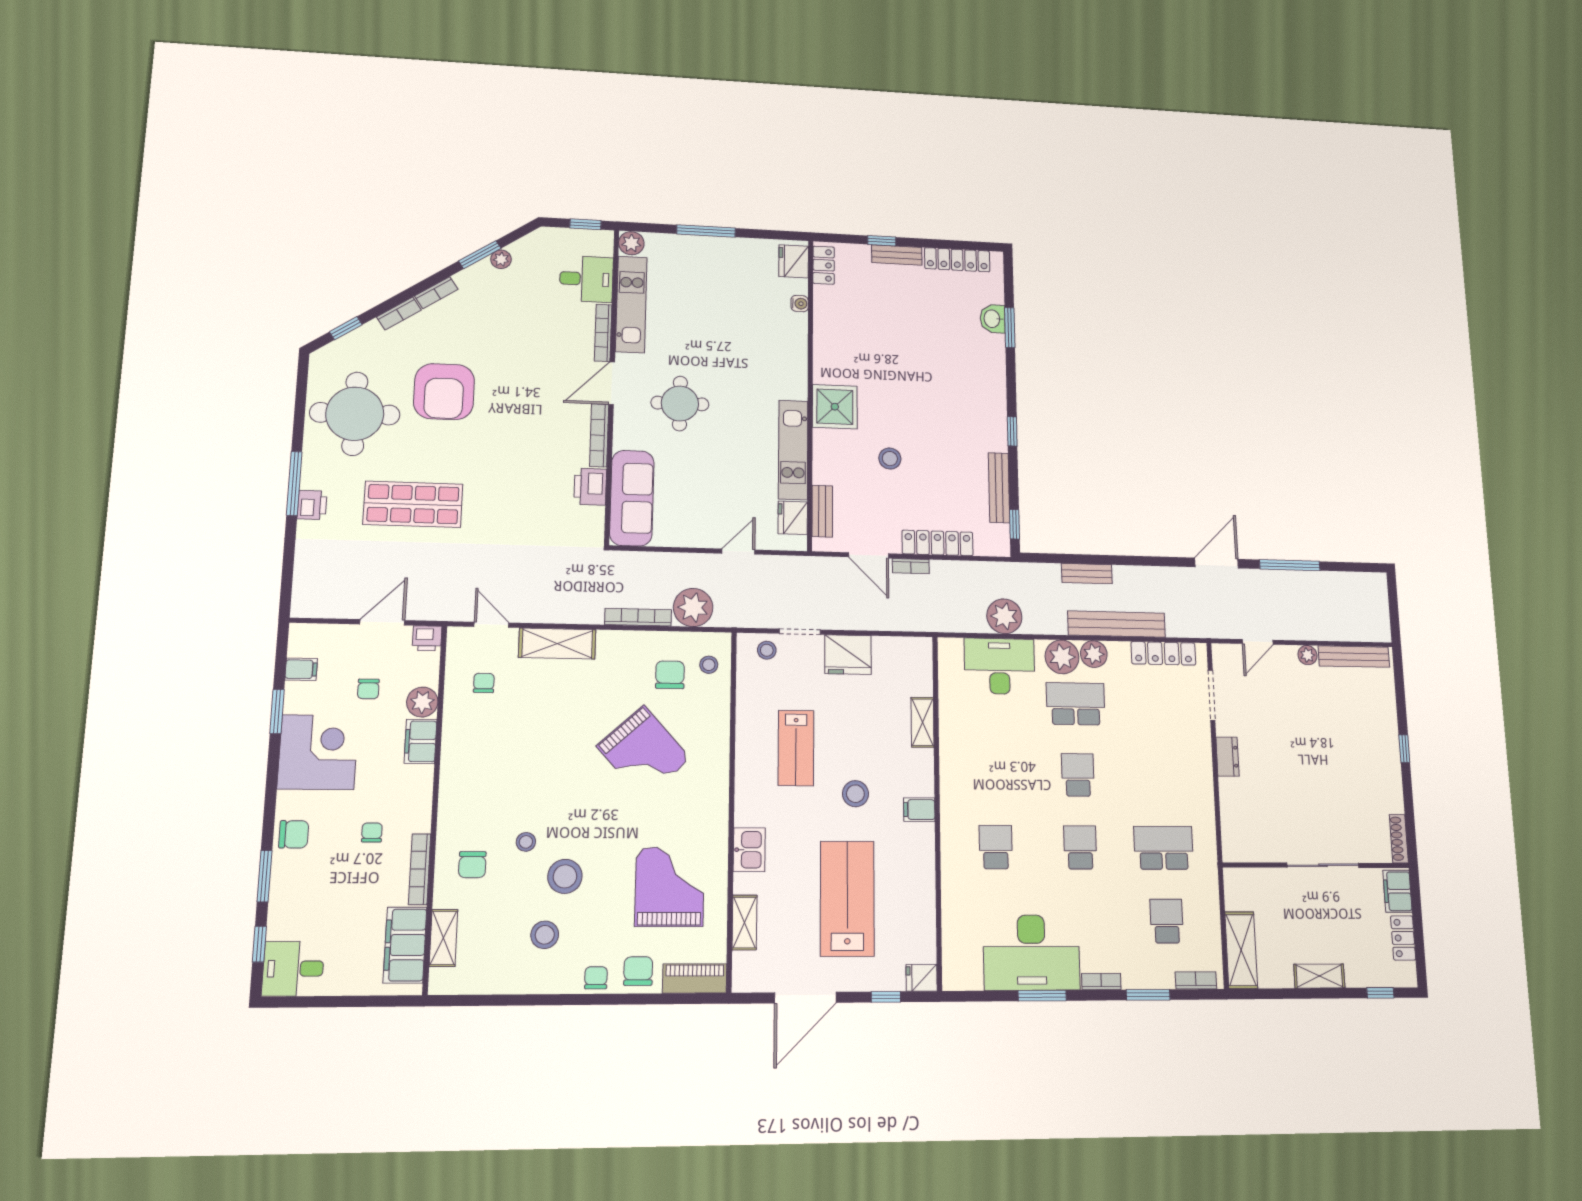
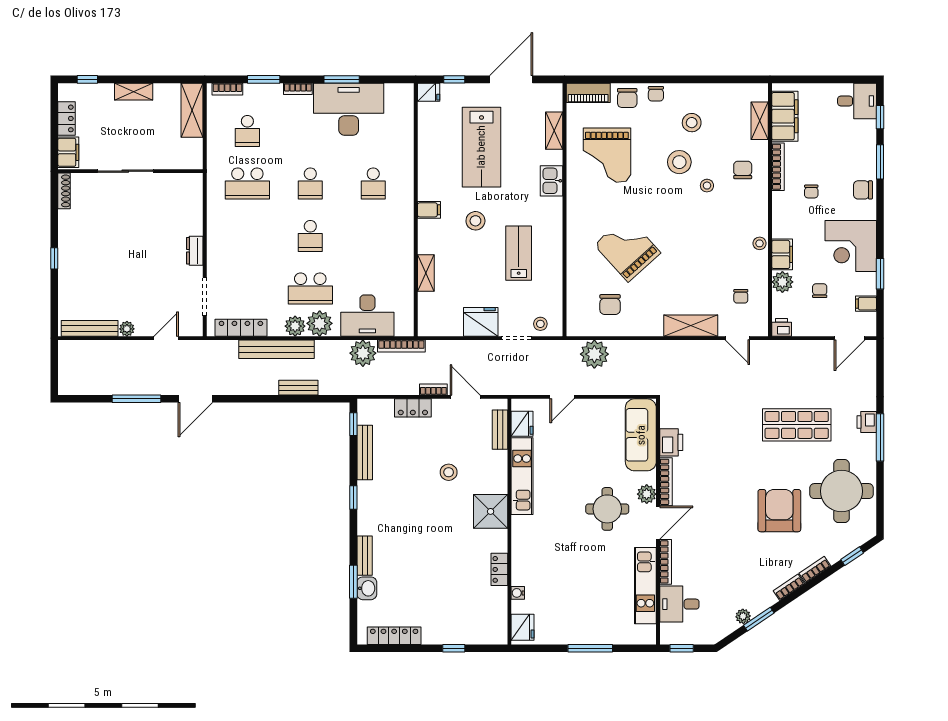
plant: (631, 243) -> (647, 494), moved
bench: (897, 255) -> (365, 556), moved, turned 90
locker: (824, 265) -> (499, 569), moved
locker: (938, 543) -> (413, 408), width x0.66
bookcase: (638, 617) -> (401, 346), moved
door: (382, 622) -> (849, 338), moved
stool: (709, 665) -> (760, 243), moved

